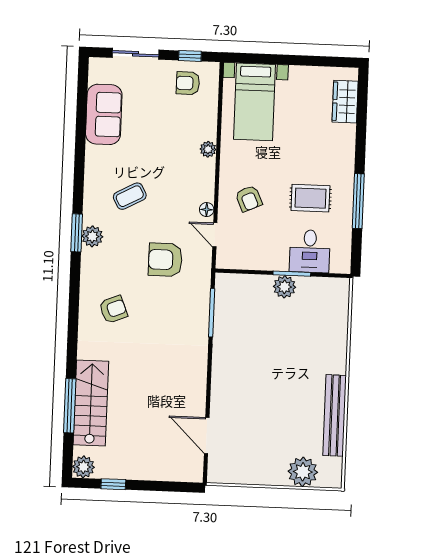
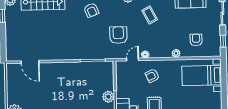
armchair: (188, 83) -> (196, 40), moved
door: (207, 435) -> (30, 62), swing flipped

